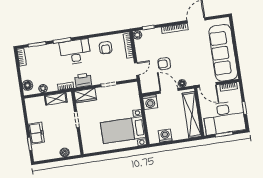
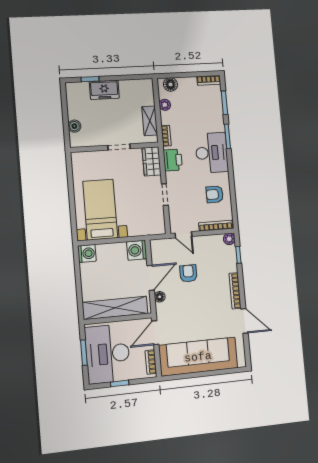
washing machine: (165, 136) -> (87, 253), moved

